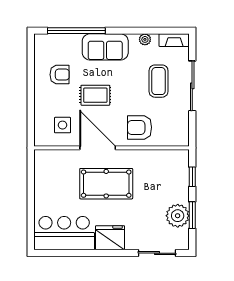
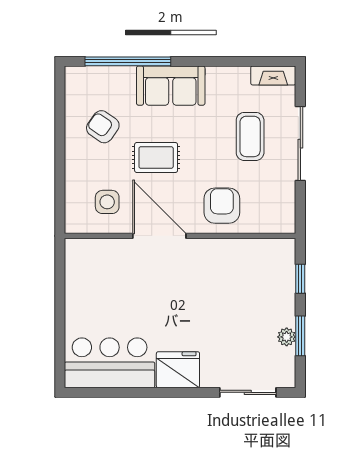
plant: (145, 39) -> (230, 74), removed
armchair: (60, 75) -> (103, 127), turned -145
armchair: (140, 127) -> (222, 206), turned 90
pool table: (106, 184) -> (172, 289), removed
plant: (178, 216) -> (287, 337), width x0.53, depth x0.53

